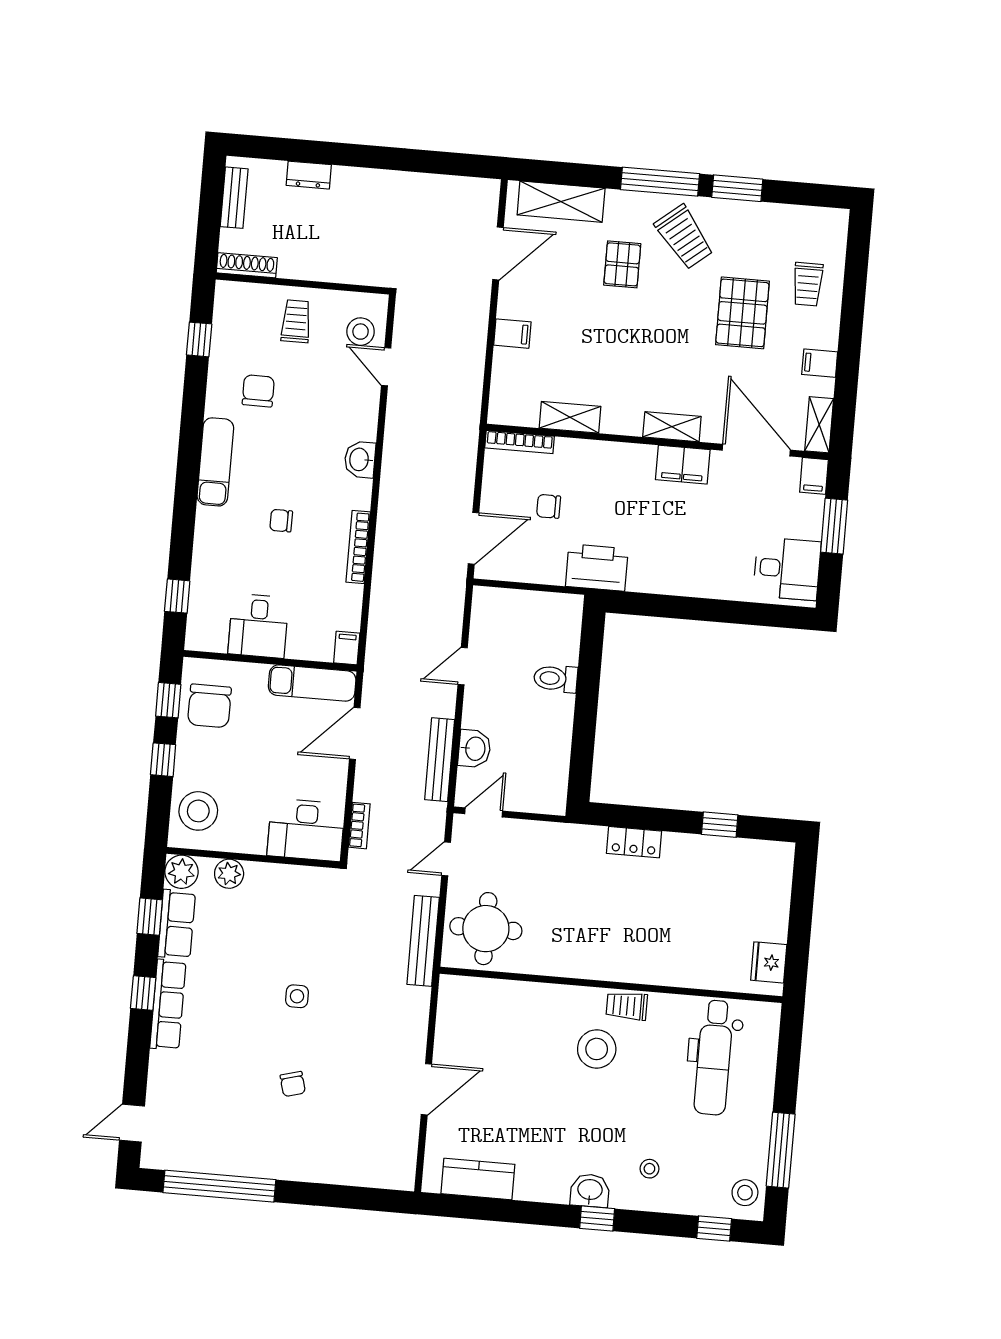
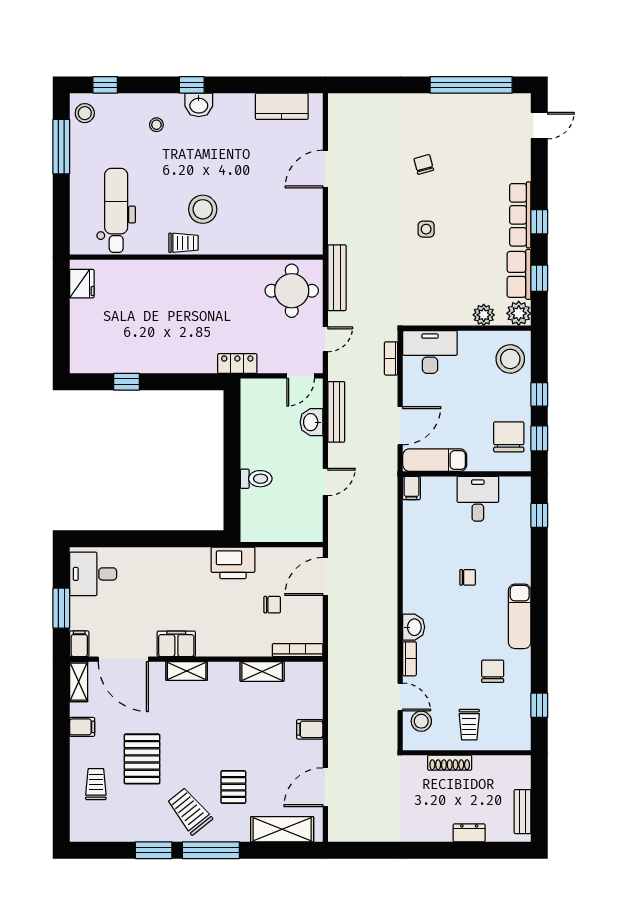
shoe rack: (247, 265) -> (450, 763), moved
chair: (258, 391) -> (493, 671), turned 180
bookcase: (358, 547) -> (410, 659), moved, width x0.64
locker: (634, 842) -> (237, 363), moved

